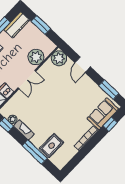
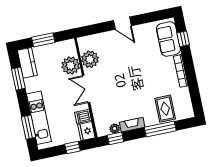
plant: (59, 58) -> (90, 59), moved
door: (83, 65) -> (122, 23), moved
double door: (27, 80) -> (86, 89), swing flipped
window: (109, 90) -> (149, 17), removed

